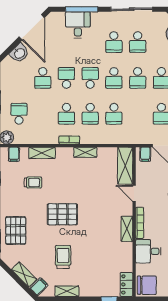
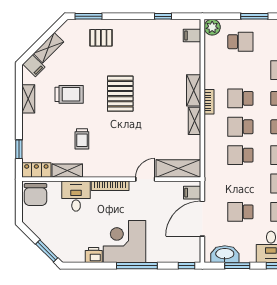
shelving: (42, 153) -> (194, 90), moved
trolley: (33, 183) -> (82, 139), moved
shelving: (127, 229) -> (67, 171), moved
pallet: (16, 230) -> (101, 38), width x0.67, depth x0.71

